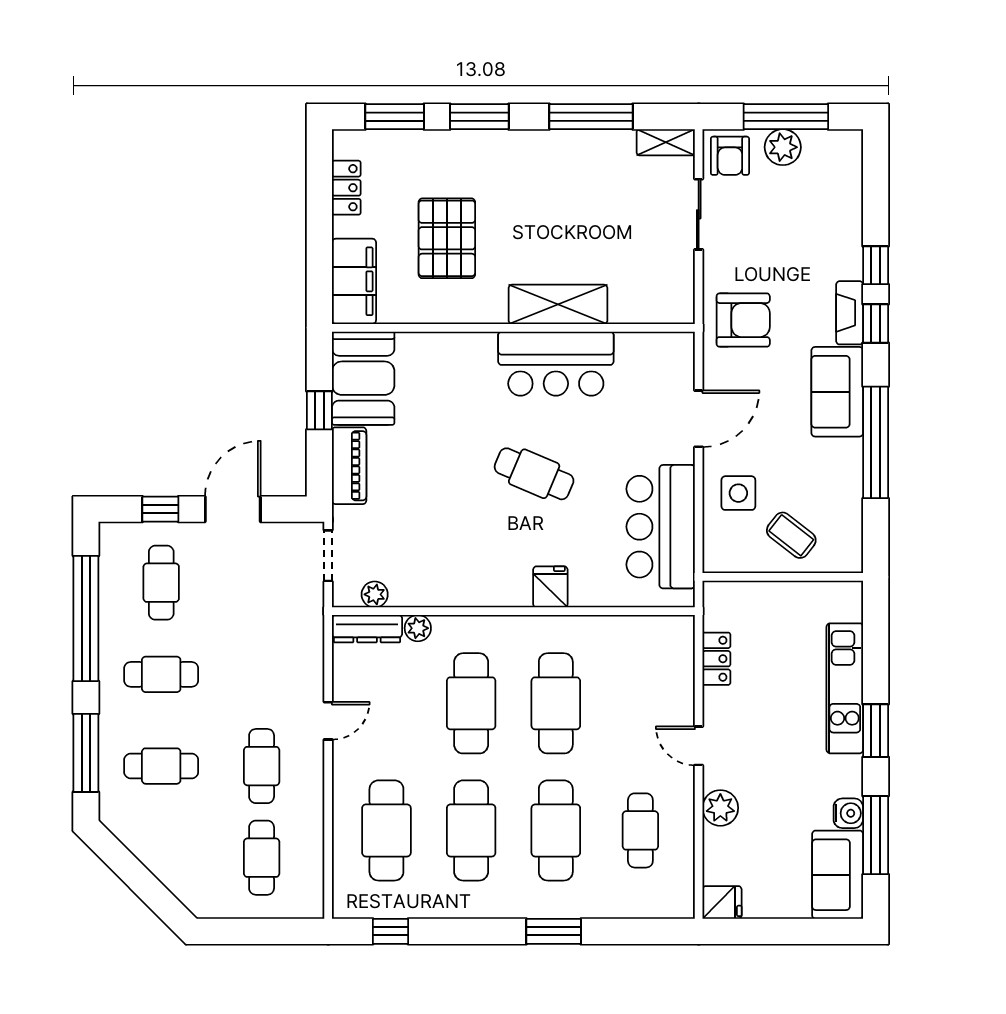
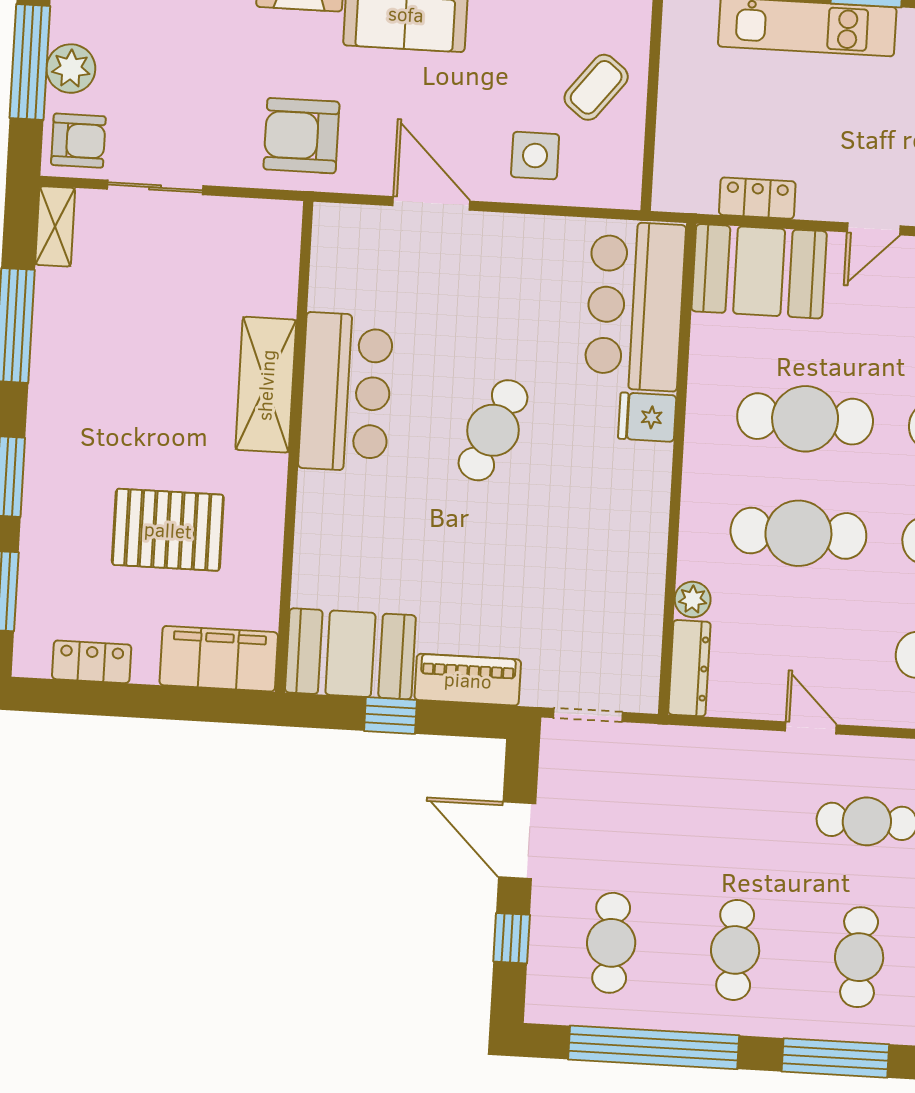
armchair: (743, 320) -> (301, 136), turned -90
bar counter: (661, 527) -> (635, 306), moved, turned 90
cafe table: (161, 583) -> (611, 943), turned 90
plant: (375, 594) -> (644, 655), removed
booth: (663, 663) -> (759, 271), added

